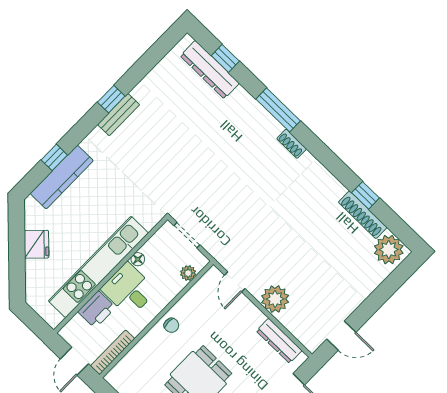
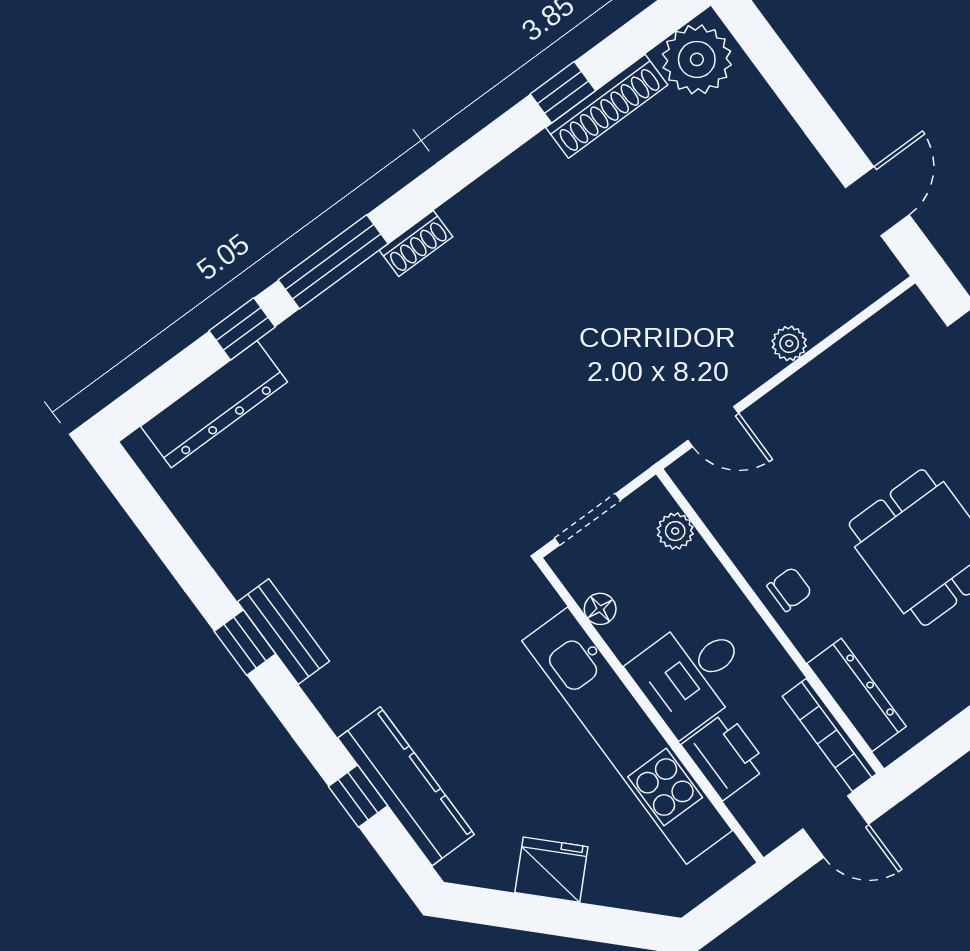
window: (225, 58) -> (242, 329), moved
floor lamp: (138, 259) -> (600, 609), moved
plant: (275, 299) -> (789, 343), width x0.53, depth x0.53
dresser: (279, 341) -> (857, 695), moved, turned -90

